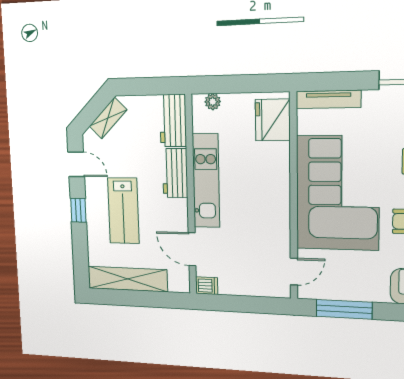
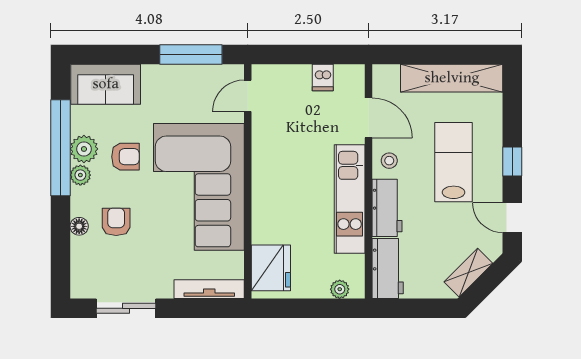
stool: (174, 213) -> (389, 161), added
dishwasher: (207, 286) -> (323, 78), moved, turned -90

